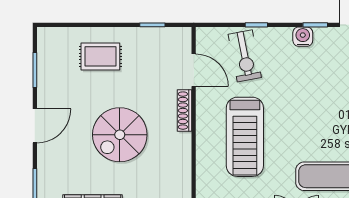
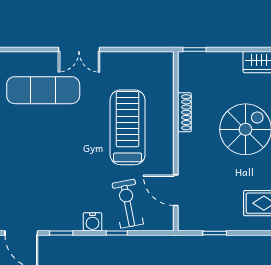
water cooler: (303, 37) -> (92, 222), moved
shoe rack: (185, 111) -> (184, 112), moved

